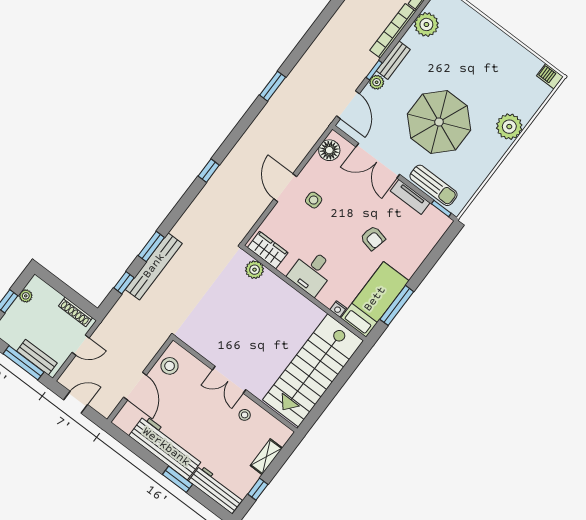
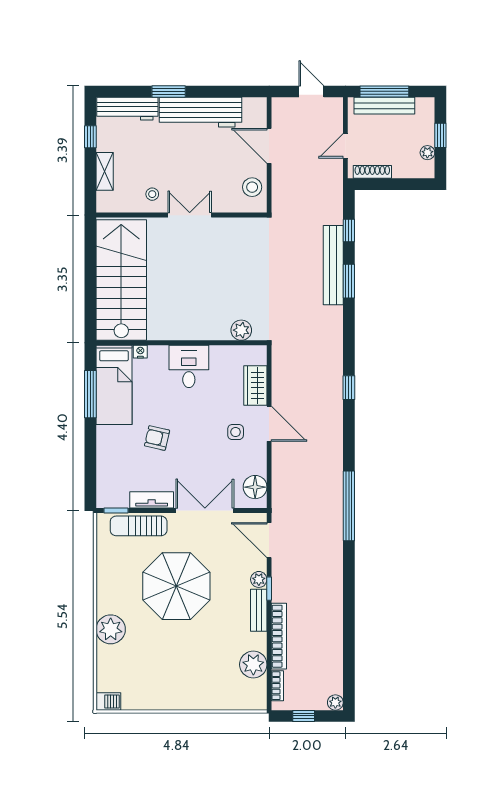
window: (273, 86) -> (349, 506), width x2.11
wardrobe: (268, 250) -> (255, 385), moved, turned 90
bench: (37, 357) -> (384, 106), width x1.36
door: (76, 402) -> (311, 91), swing flipped

